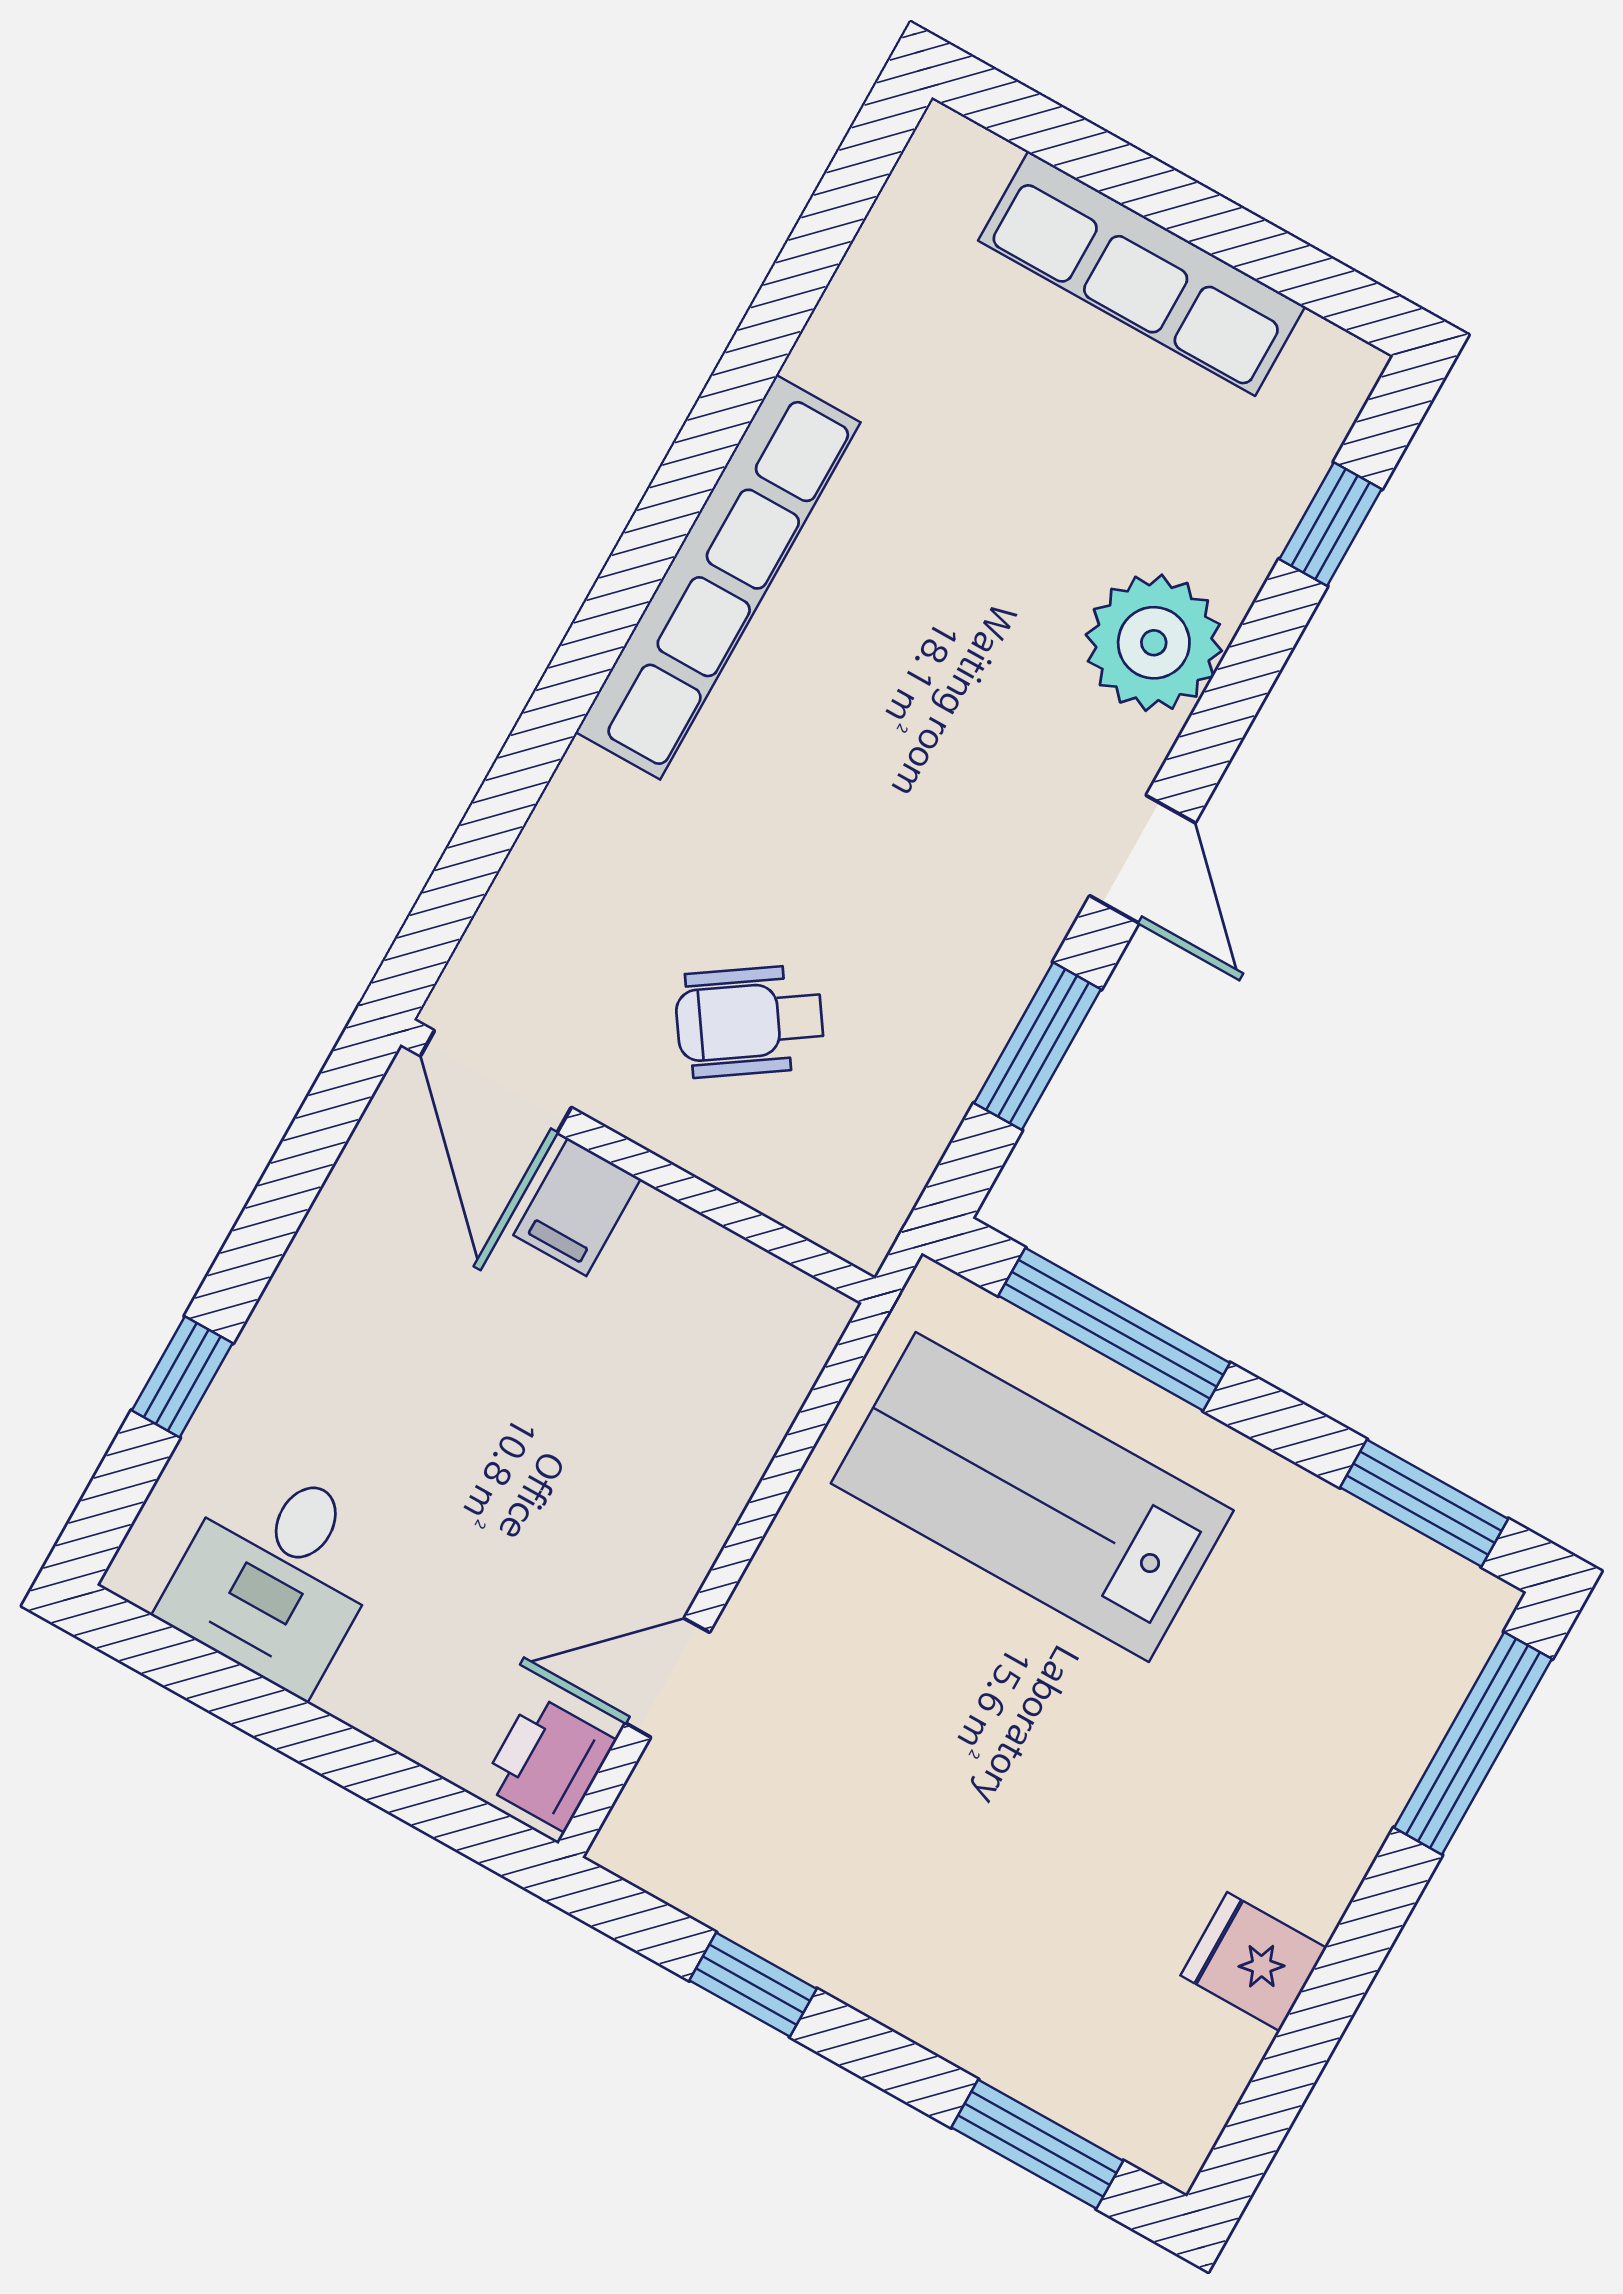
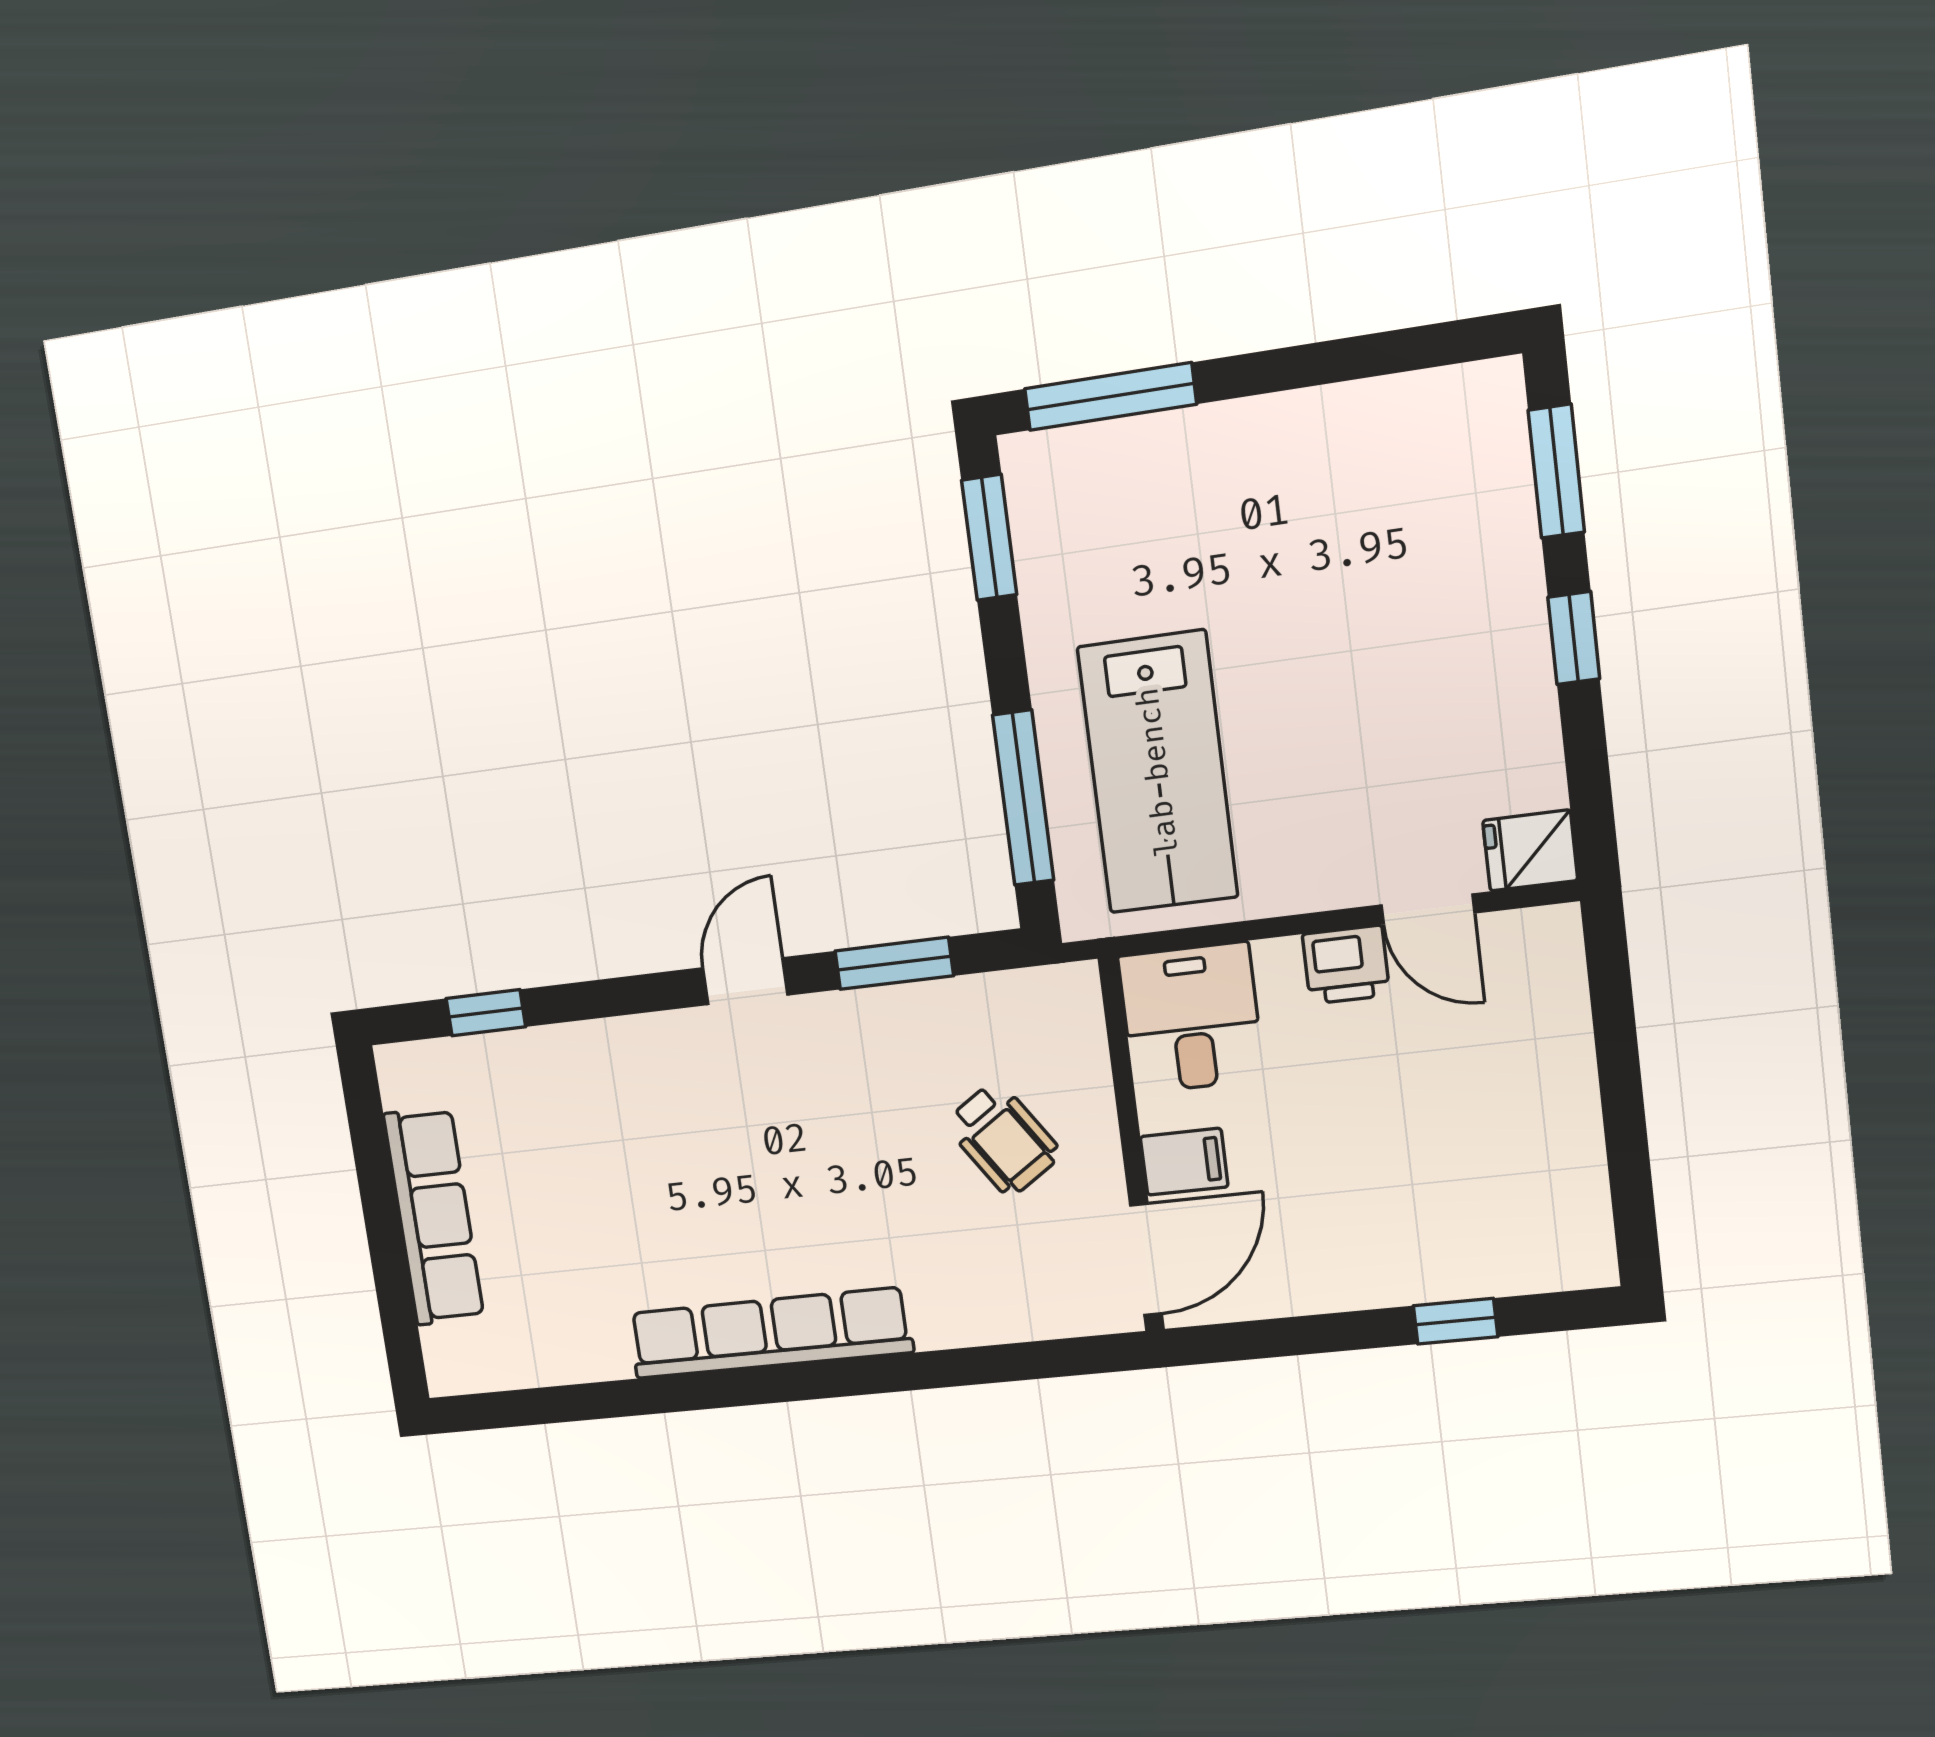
plant: (1154, 643) -> (623, 1063), removed
desk: (276, 1575) -> (1191, 1018), moved, turned -90
printer: (548, 1763) -> (1346, 965), moved
fridge: (1254, 1962) -> (1530, 850), moved, turned 90
window: (753, 1985) -> (1574, 638), moved

